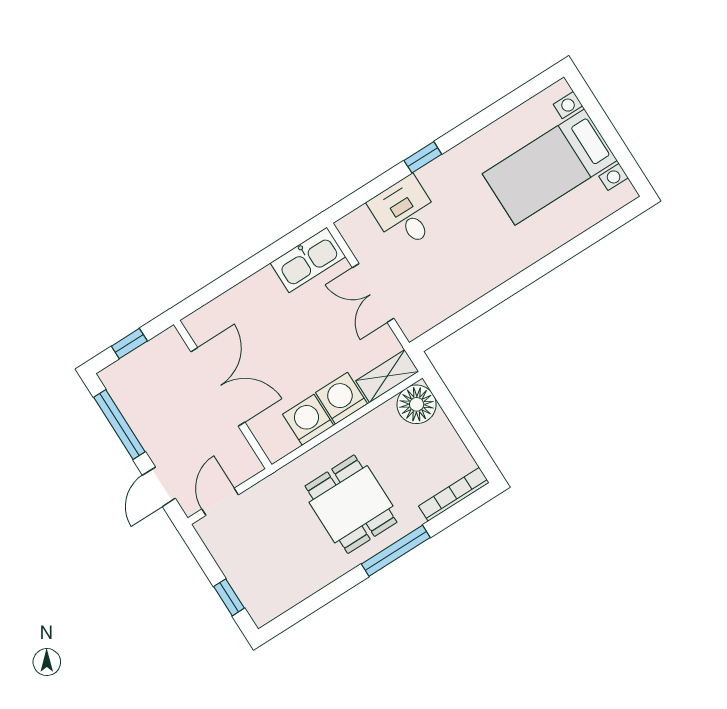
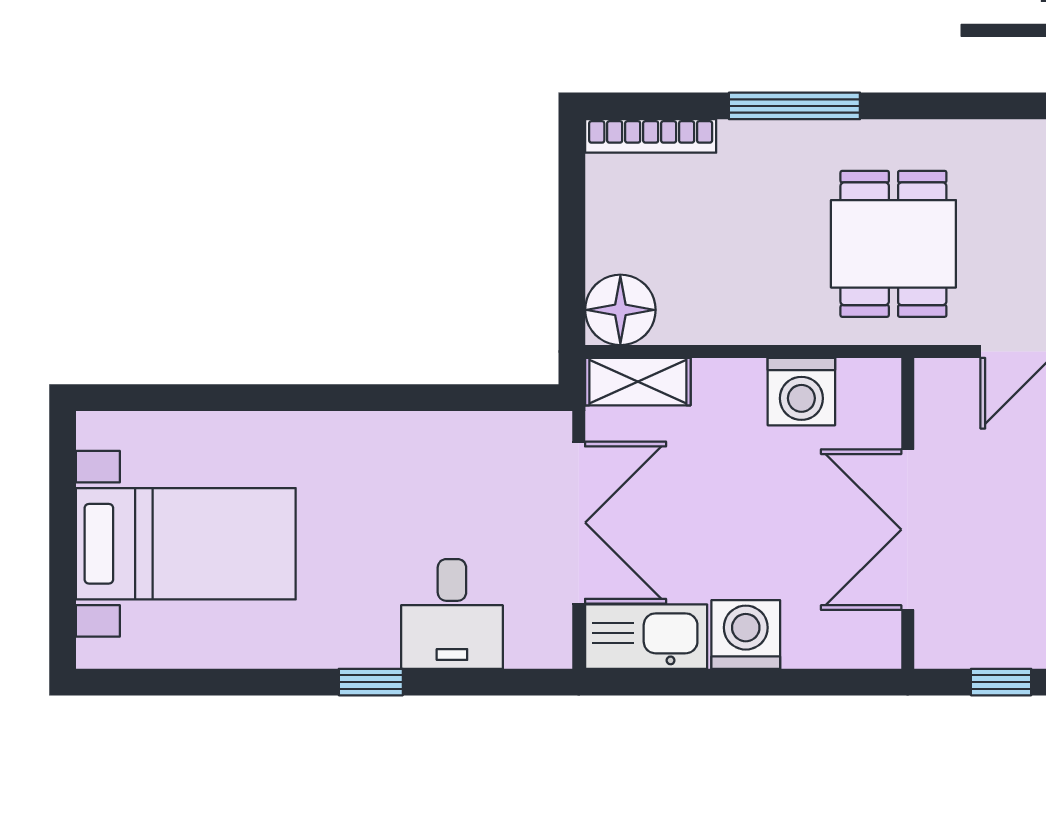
double door: (373, 293) -> (579, 523), width x1.37
washing machine: (342, 398) -> (746, 634), moved, turned 180
dining table: (351, 504) -> (893, 244), moved

